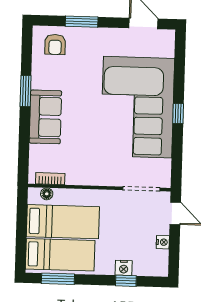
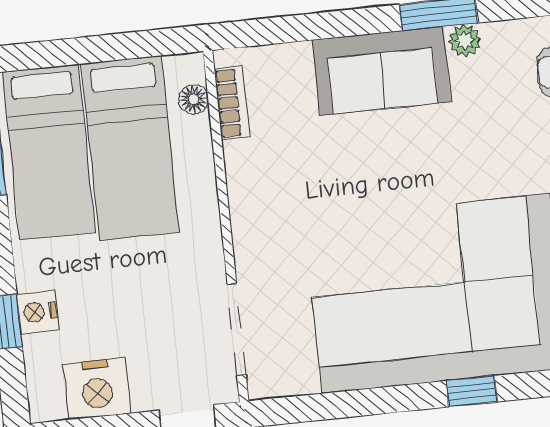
plant: (38, 82) -> (465, 40), added
window: (178, 114) -> (472, 391), moved
nightstand: (163, 242) -> (97, 389), width x1.89, depth x1.79

